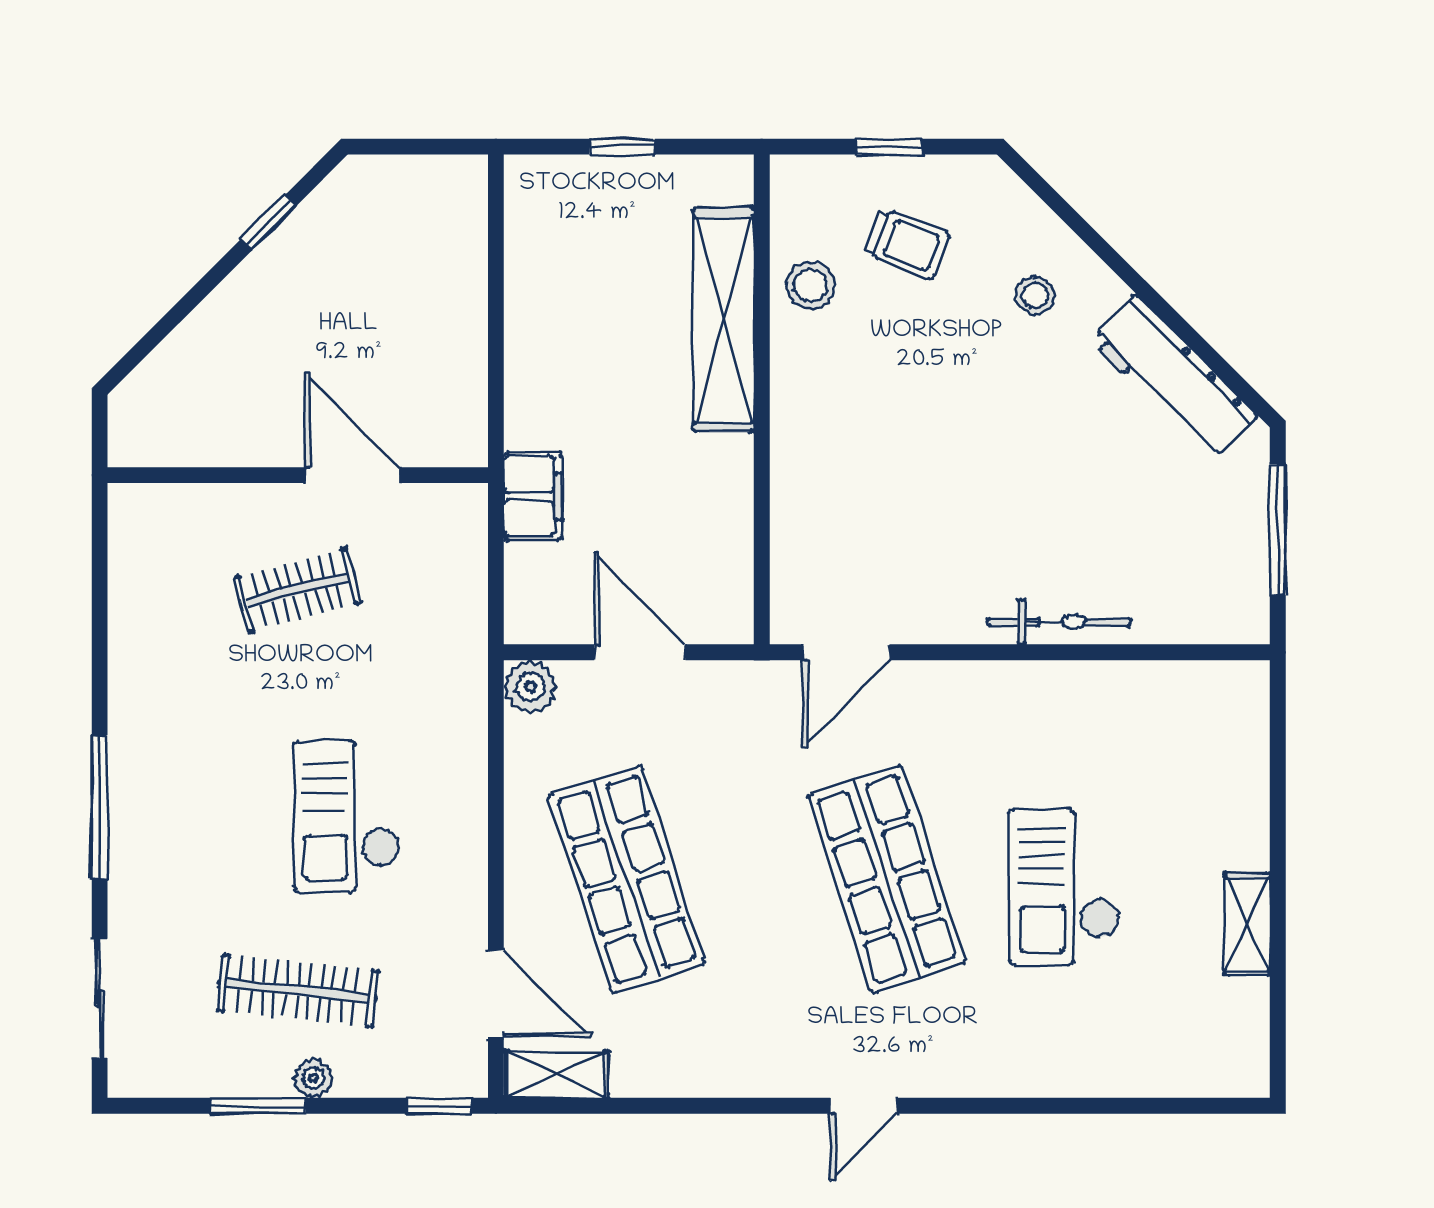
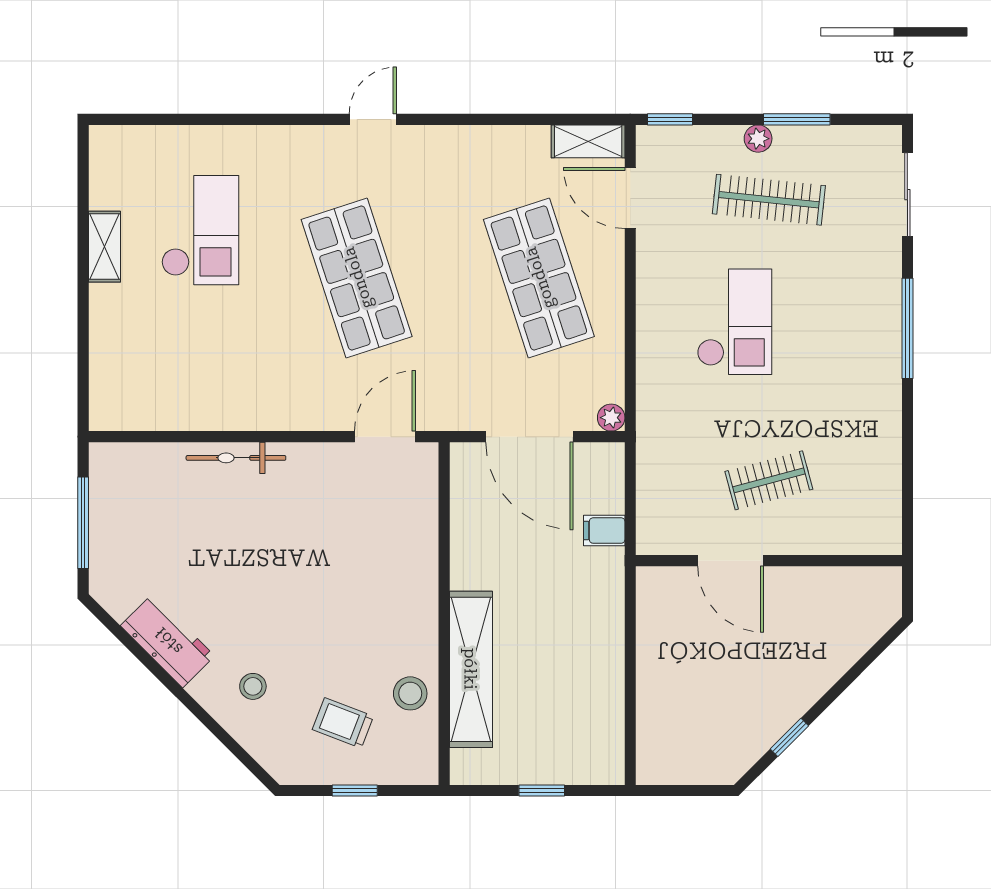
workbench: (1174, 377) -> (168, 641), width x0.73
filing cabinet: (533, 496) -> (604, 531), width x0.50
door: (640, 652) -> (529, 437), width x1.36
plant: (530, 687) -> (611, 418), width x0.73, depth x0.73
checkout: (1065, 887) -> (200, 230), moved

